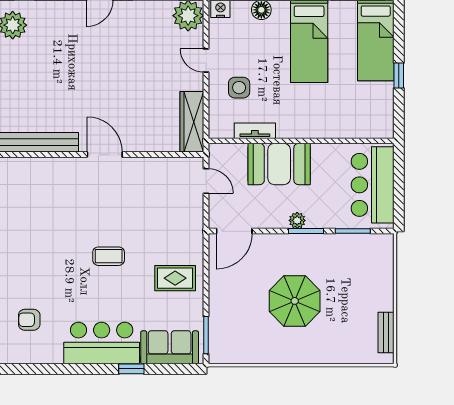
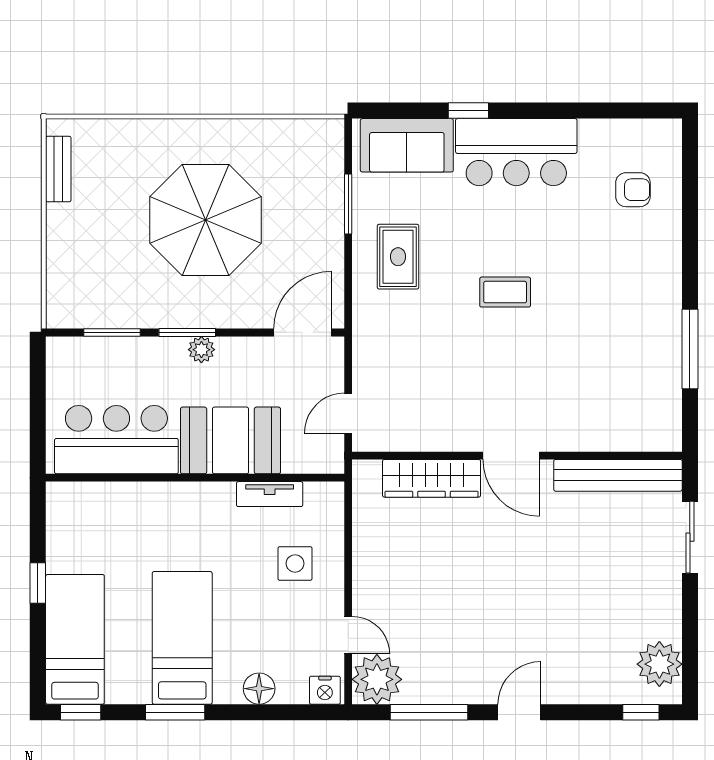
door: (206, 61) -> (348, 635), moved
wardrobe: (192, 122) -> (432, 478), moved, turned 90
door: (206, 181) -> (348, 413), hinge flipped
bar counter: (373, 185) -> (116, 440), moved, turned -90
rug: (175, 278) -> (398, 257), turned 90
parasol: (295, 301) -> (205, 220), width x1.36, depth x1.36
window: (206, 335) -> (348, 204), moved

